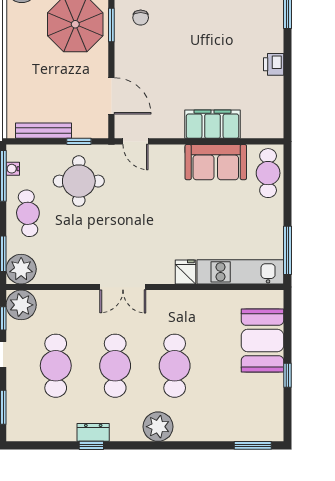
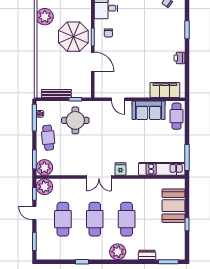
door: (111, 96) -> (93, 62), moved
filing cabinet: (213, 124) -> (165, 90), moved
door: (136, 141) -> (118, 99), moved
fridge: (186, 272) -> (120, 169), moved
dresser: (93, 432) -> (147, 255), moved

